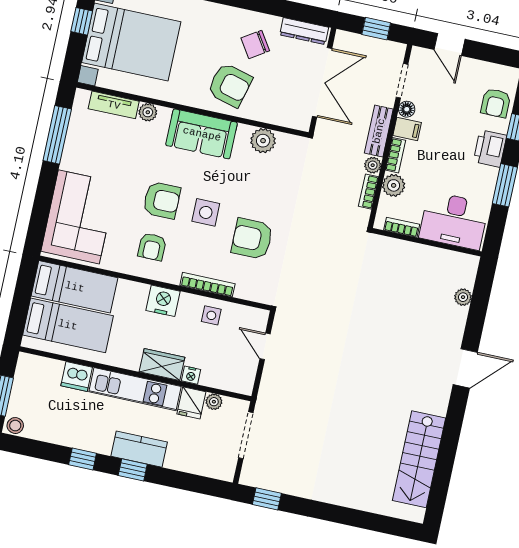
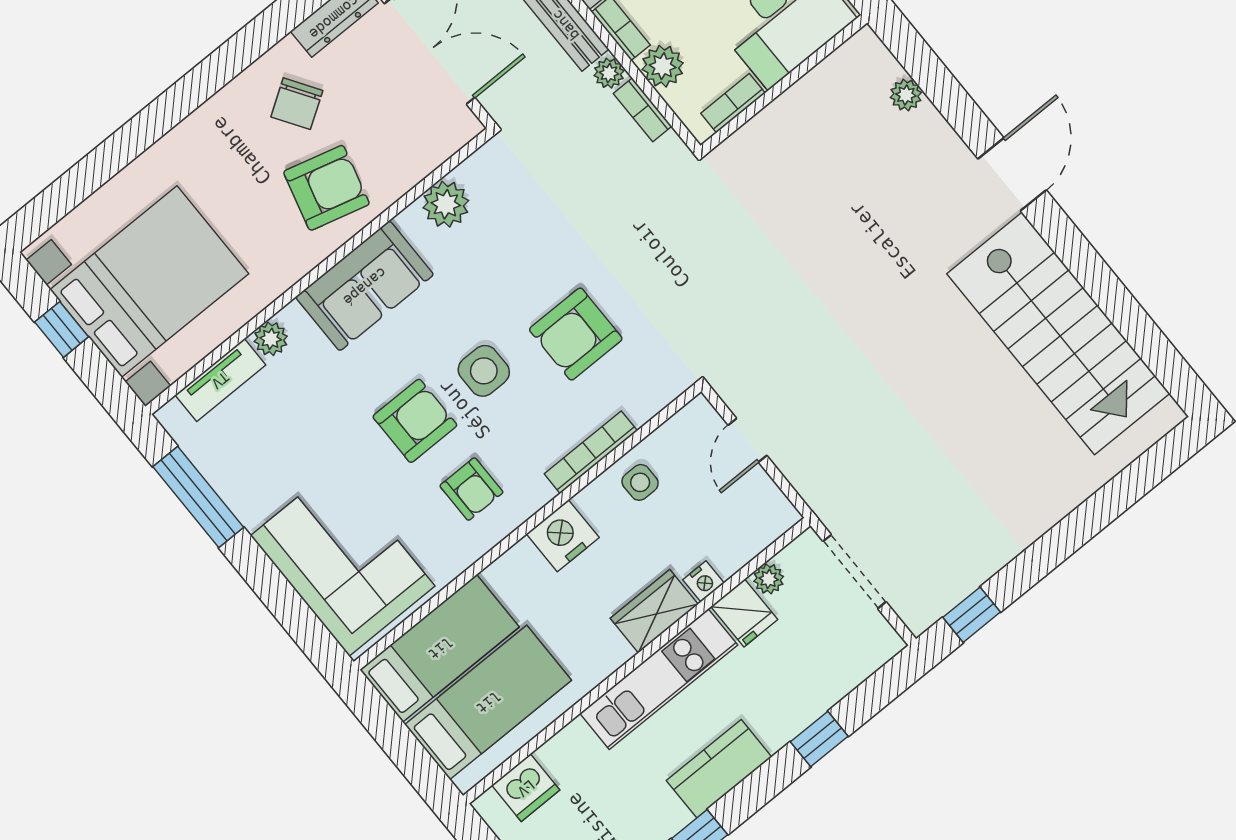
door: (265, 346) -> (747, 440), hinge flipped
dishwasher: (77, 377) -> (526, 788), moved
kitchen counter: (139, 449) -> (719, 769), moved
stairs: (419, 459) -> (1058, 334), width x1.36, depth x1.51
window: (133, 470) -> (819, 739), moved

